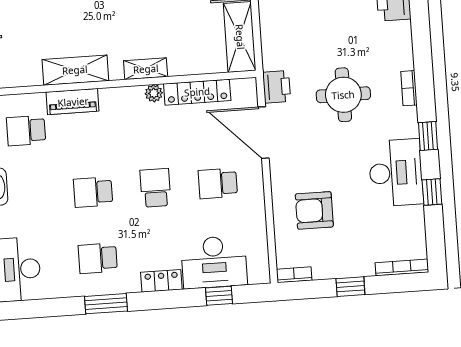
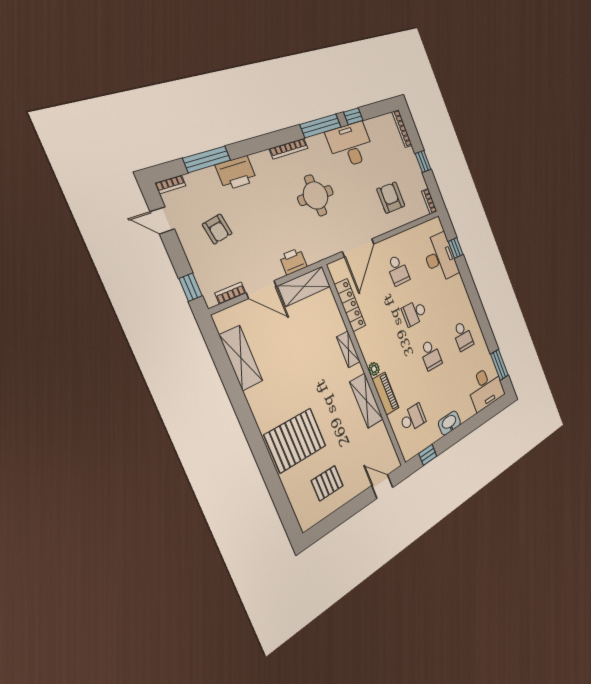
printer: (277, 87) -> (293, 261), moved
bookcase: (409, 88) -> (289, 149), width x1.56
plant: (154, 93) -> (374, 369), moved
school desk: (26, 130) -> (413, 418), turned -90
window: (428, 136) -> (321, 126), width x2.17
armchair: (314, 210) -> (391, 198), turned 180
locker: (161, 281) -> (460, 289), removed
window: (106, 304) -> (499, 365), moved

